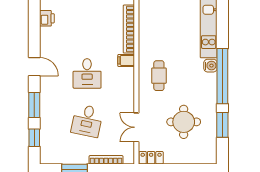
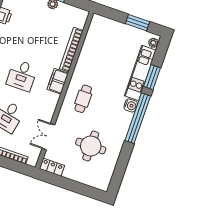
filing cabinet: (126, 60) -> (58, 81), width x2.00
window: (222, 125) -> (152, 77), moved

